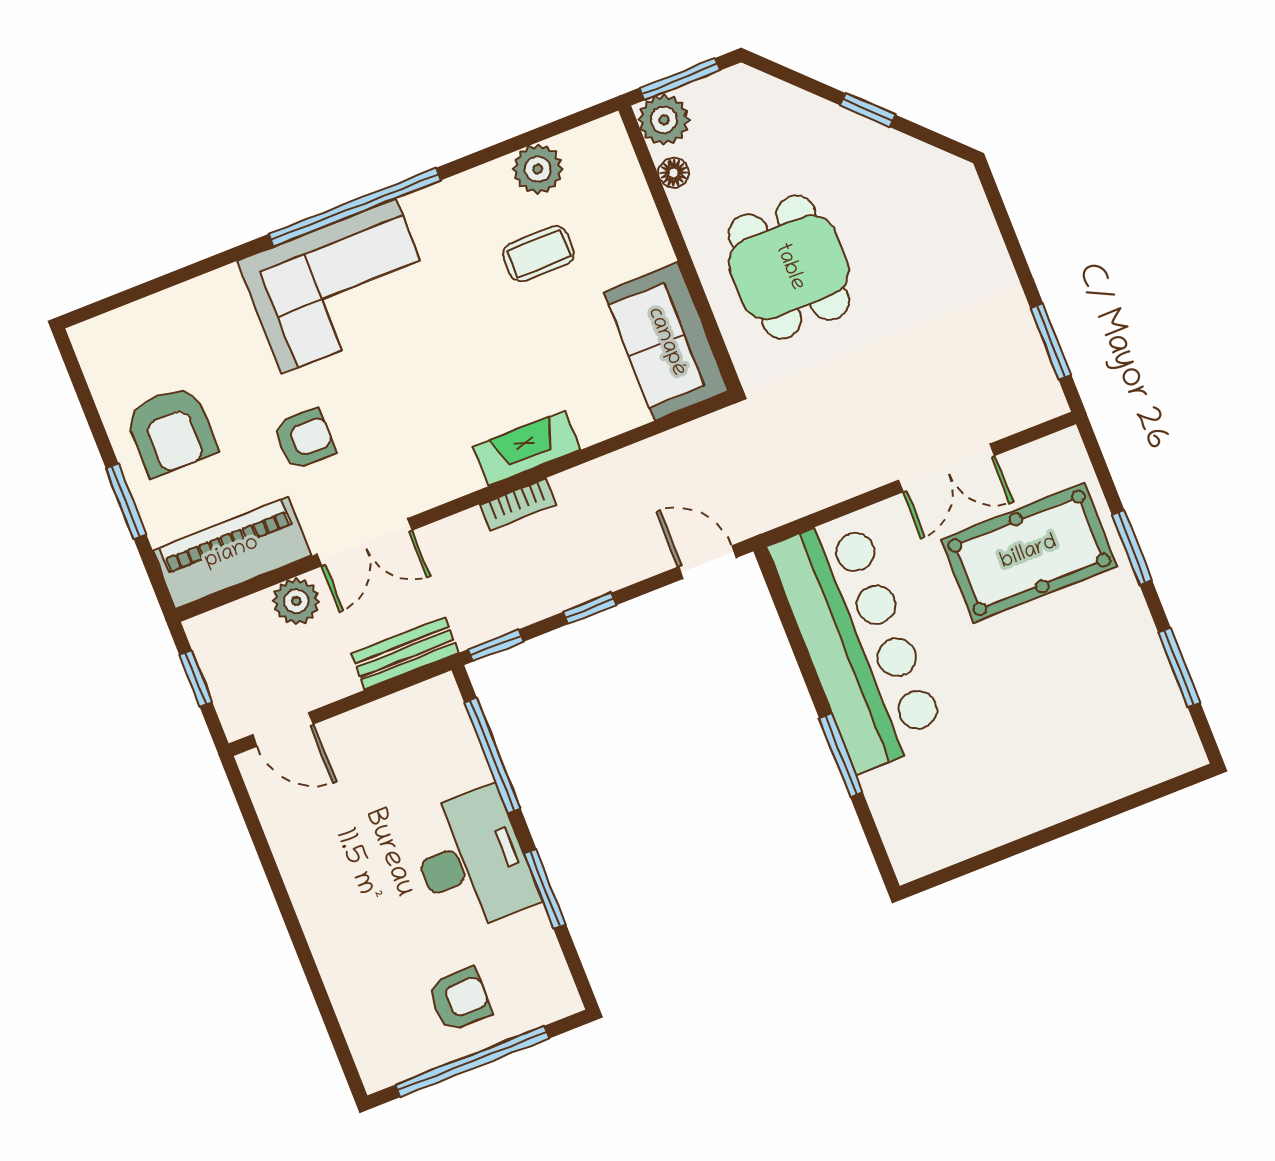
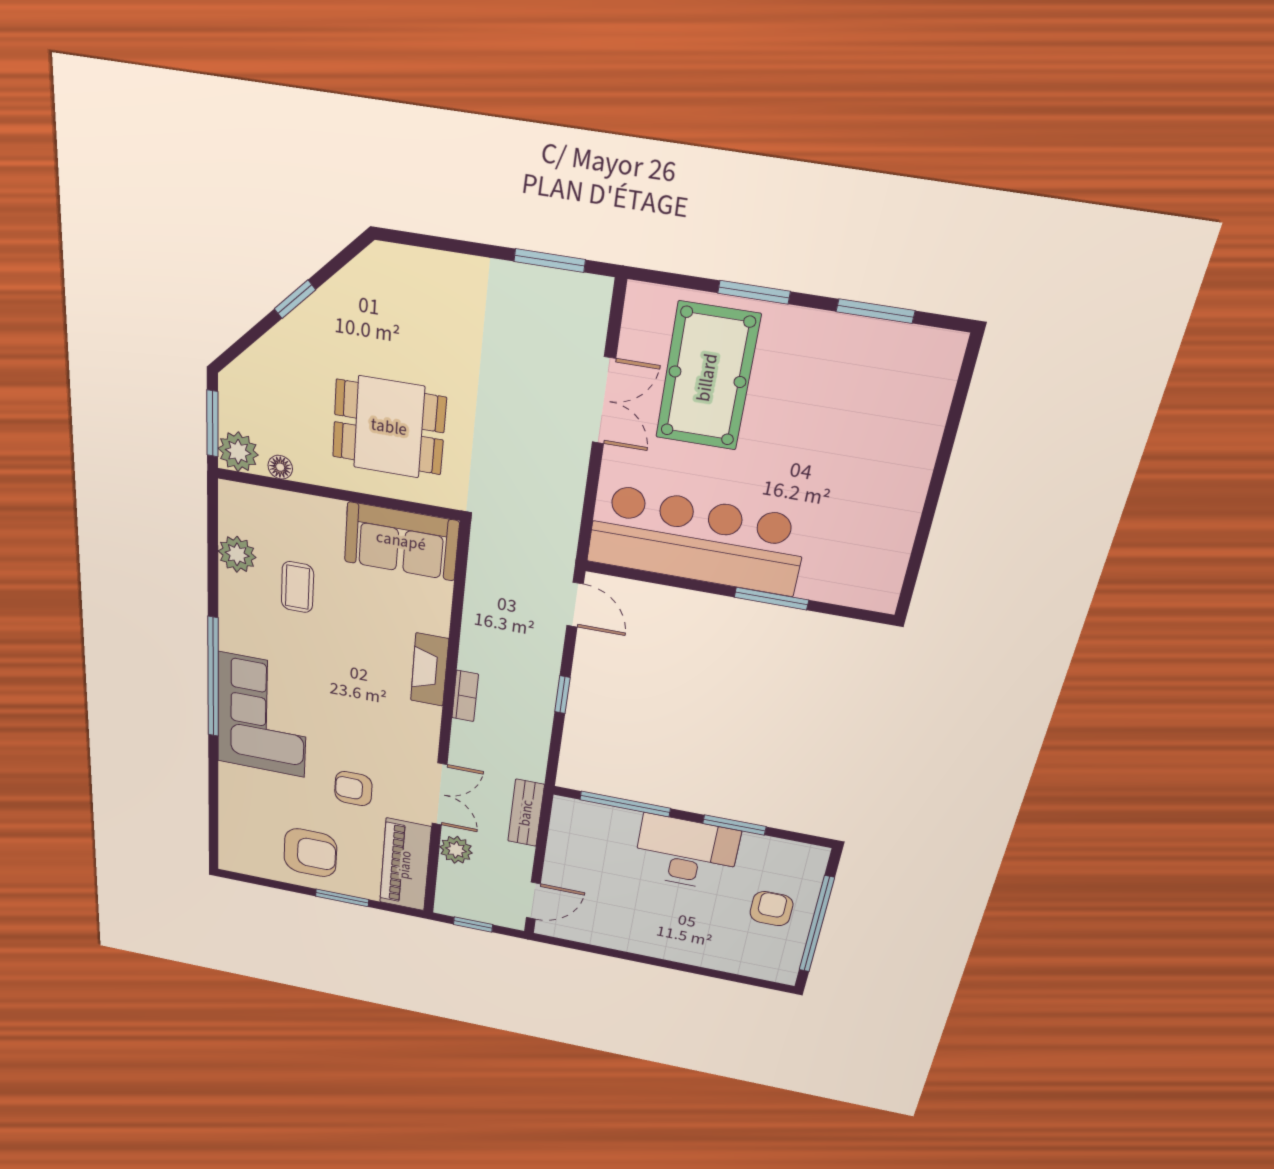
armchair: (304, 439) -> (353, 789), turned -90
door: (707, 562) -> (575, 605), swing flipped
window: (496, 645) -> (553, 762), removed

